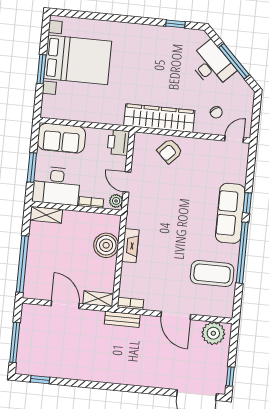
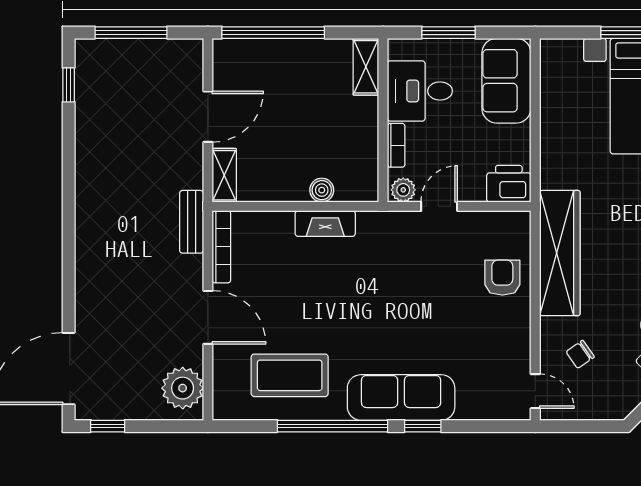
armchair: (170, 151) -> (502, 278), turned 46
desk: (56, 186) -> (420, 91), width x0.73
boiler: (106, 245) -> (322, 190), width x0.54, depth x0.54
coffee table: (212, 274) -> (290, 375), turned 90
bookcase: (130, 303) -> (221, 247), width x1.56
door: (176, 315) -> (208, 317), swing flipped

